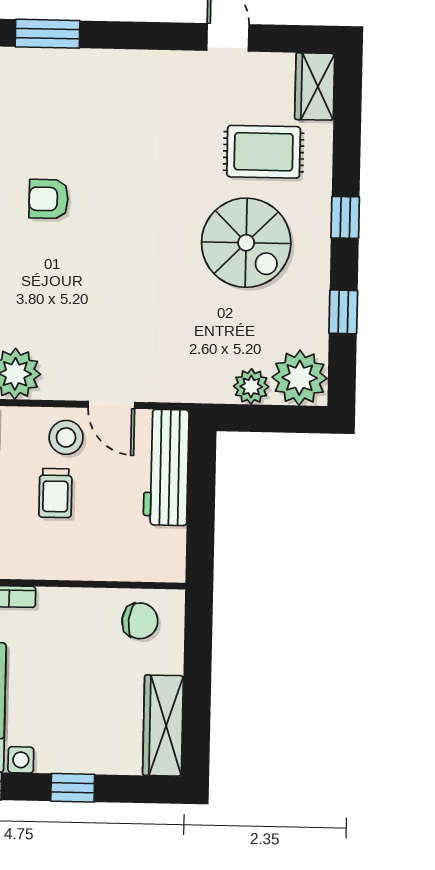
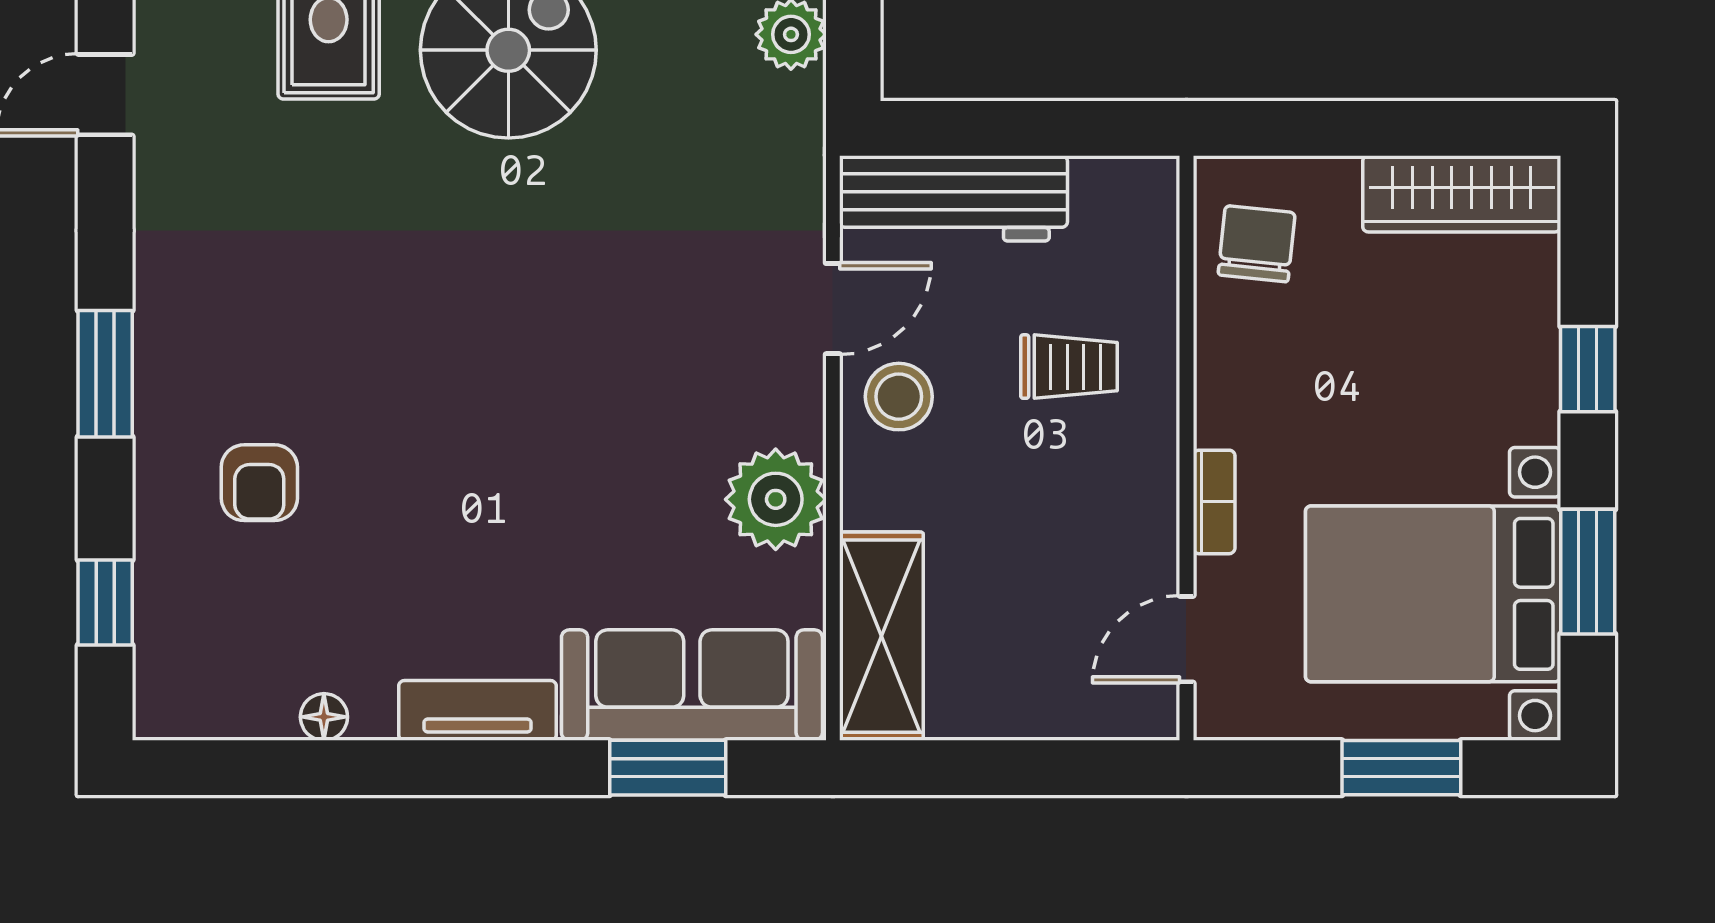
window: (47, 34) -> (105, 374), moved
armchair: (49, 199) -> (259, 483), moved
trolley: (55, 493) -> (1069, 367), moved

